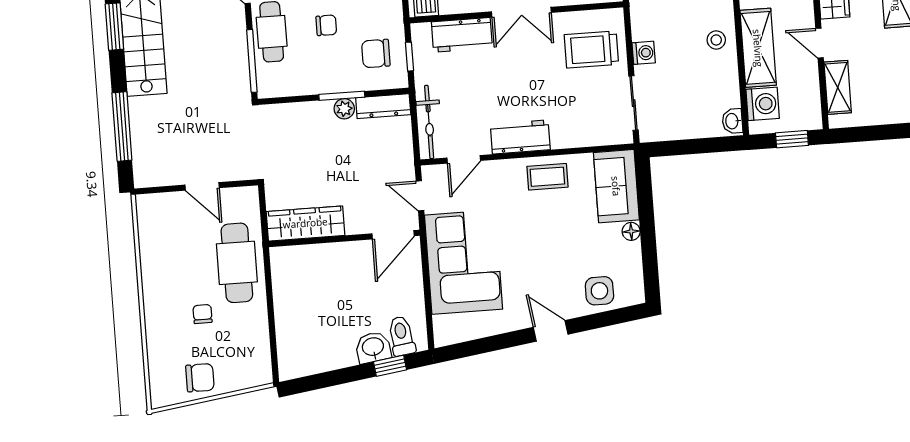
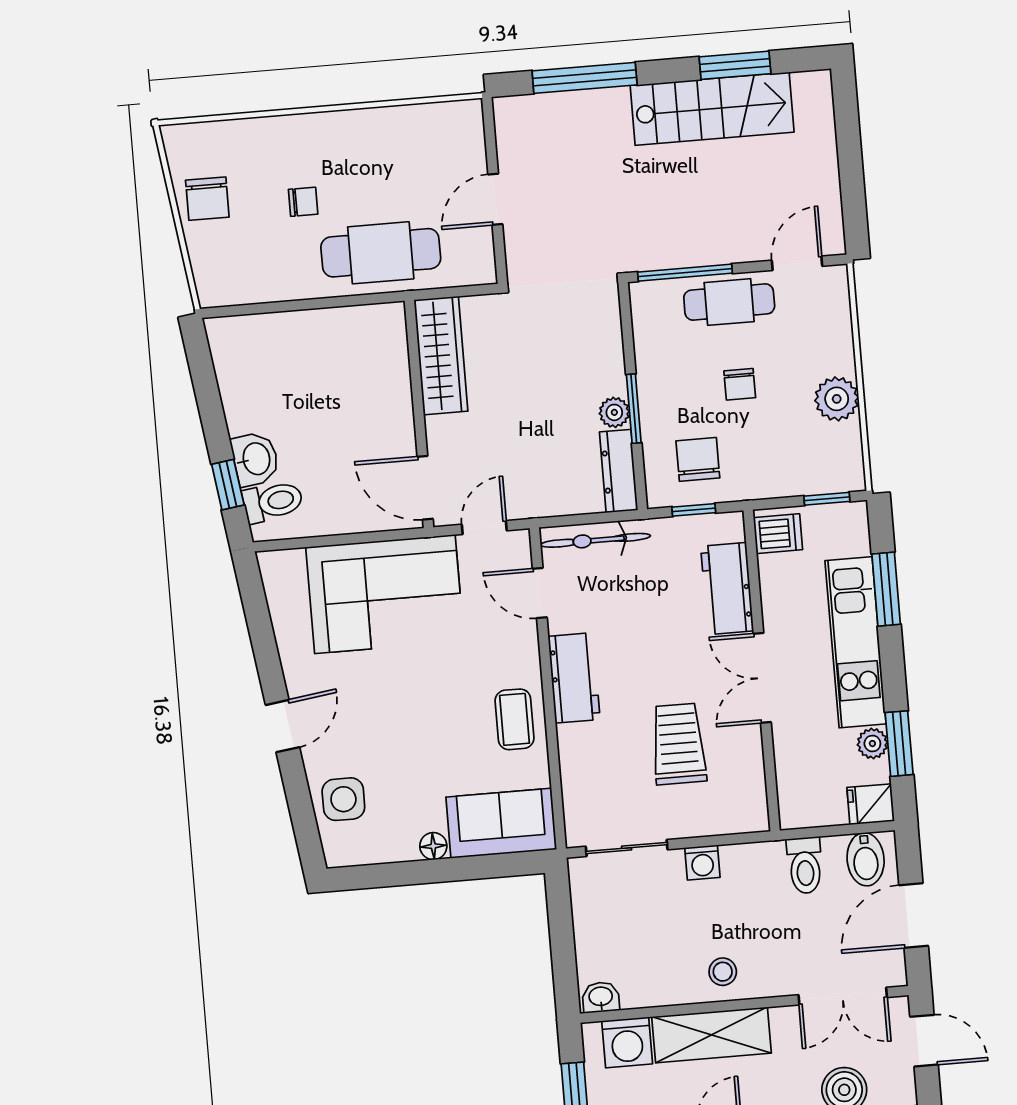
trolley: (591, 49) -> (679, 744), moved

